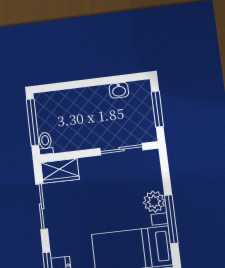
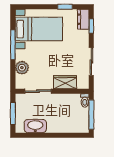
washbasin: (119, 90) -> (35, 126), width x1.91, depth x1.45
wardrobe: (60, 171) -> (65, 82), moved
plant: (154, 202) -> (22, 68), moved

